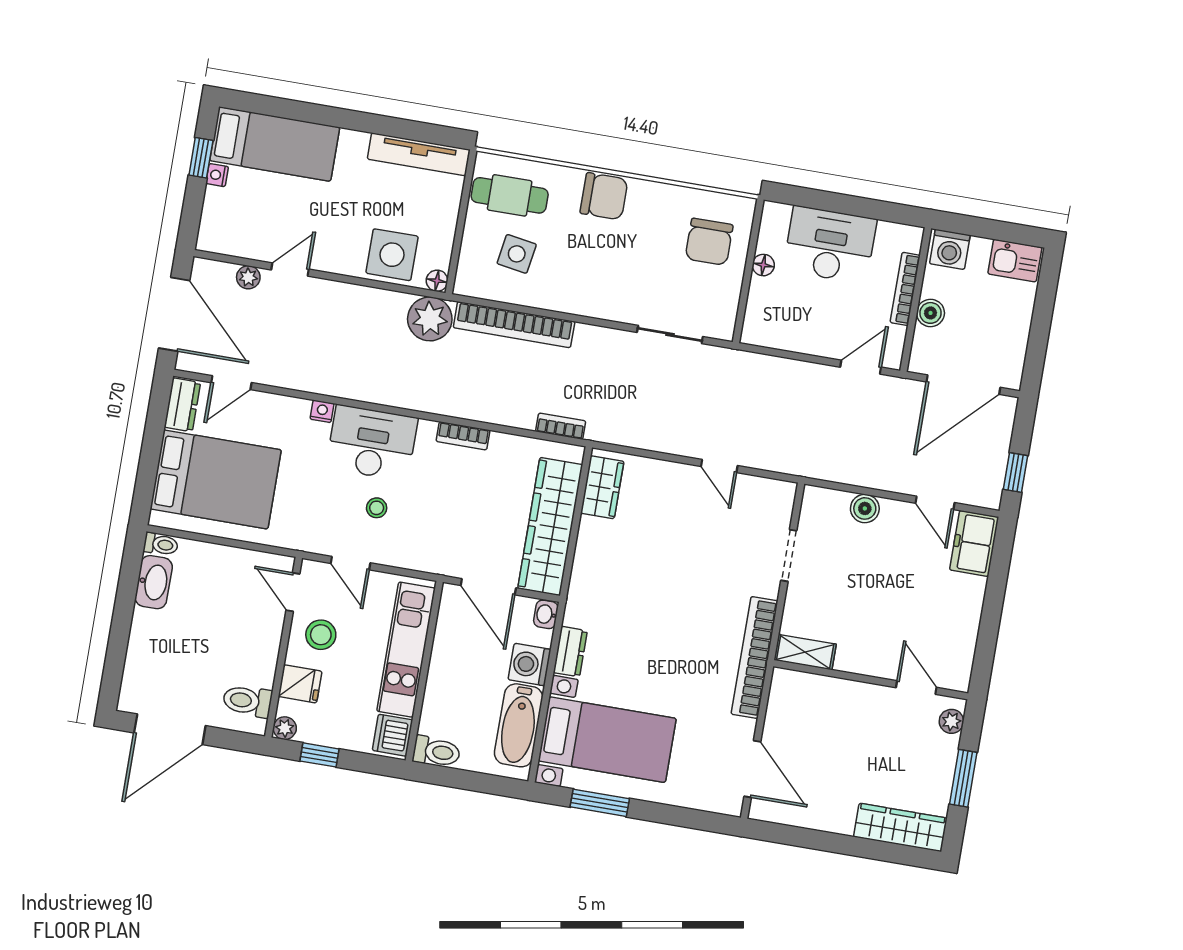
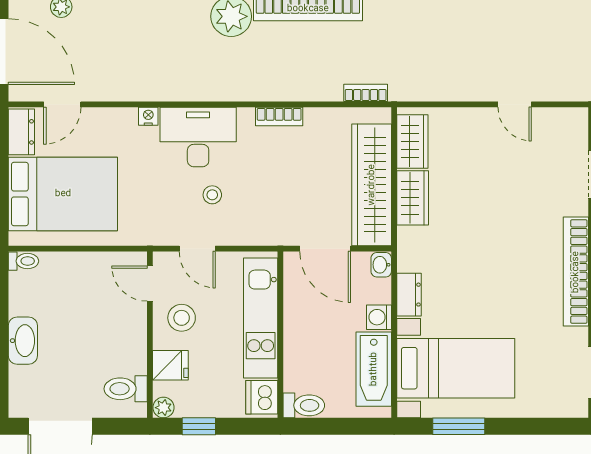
wardrobe: (592, 548) -> (413, 198), added
washbasin: (154, 582) -> (23, 341), moved
washing machine: (530, 665) -> (379, 317), width x0.73, depth x0.73

